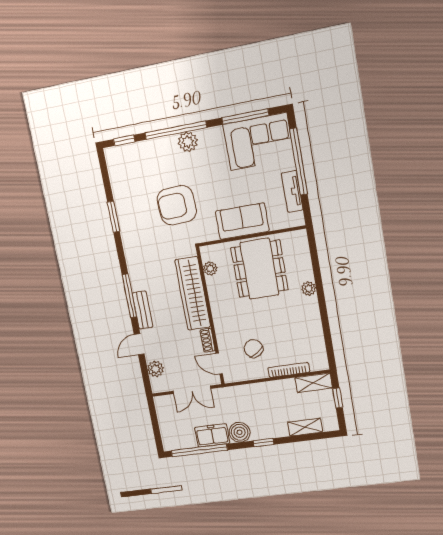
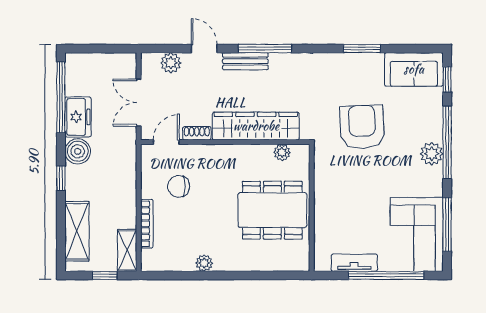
sofa: (242, 221) -> (414, 69), moved, turned 90
plant: (309, 289) -> (204, 263), moved
chair: (253, 349) -> (179, 186), turned -147
shelving: (305, 427) -> (77, 231), width x1.50, depth x1.33

